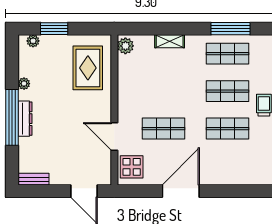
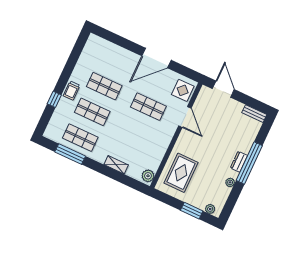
dresser: (25, 119) -> (239, 162), width x0.70

